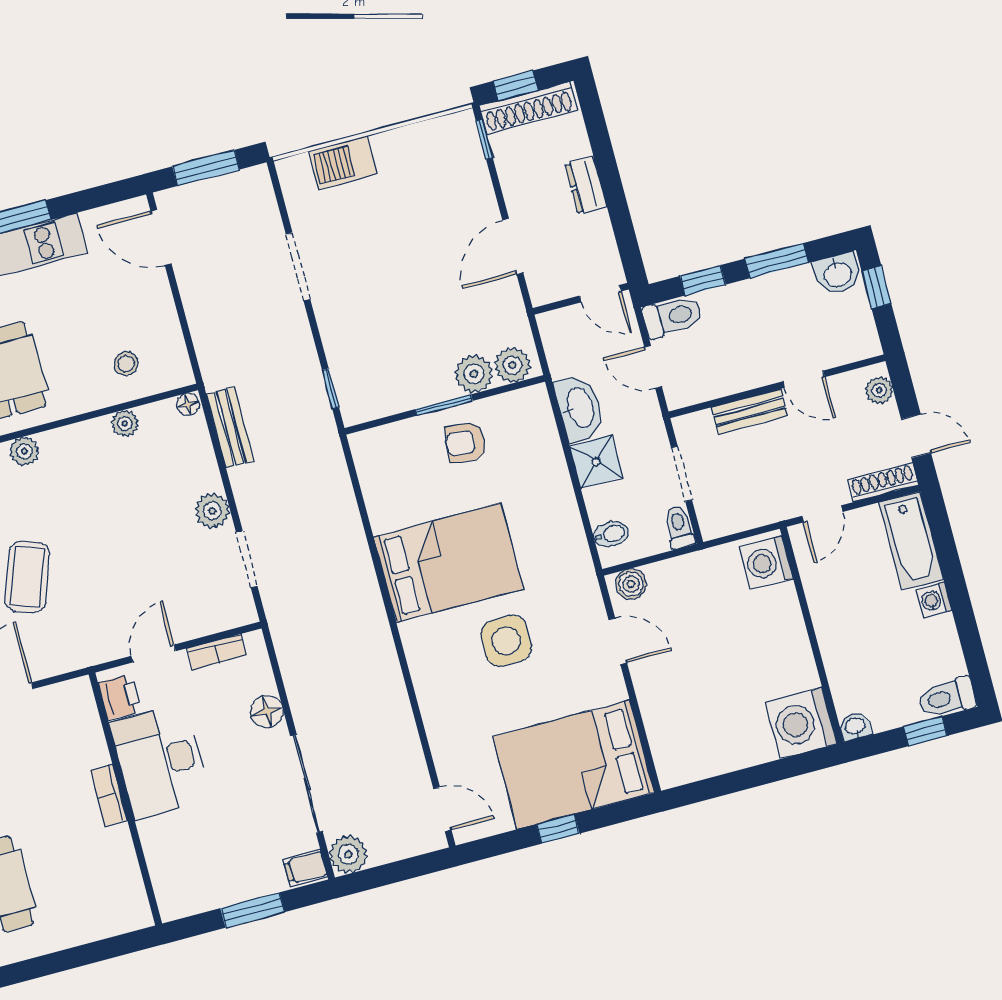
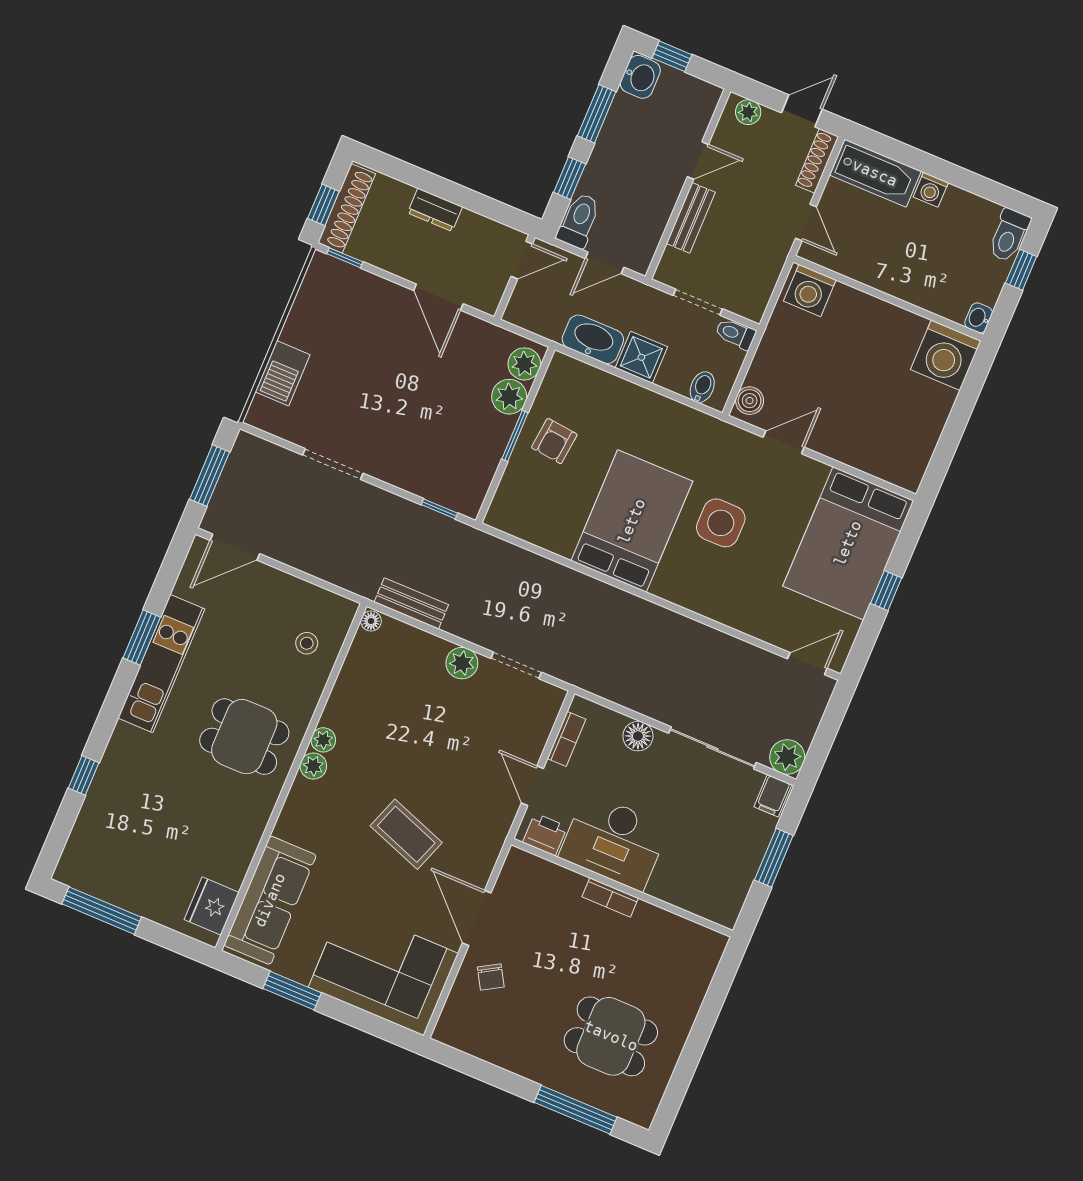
plant: (125, 423) -> (323, 740), moved

